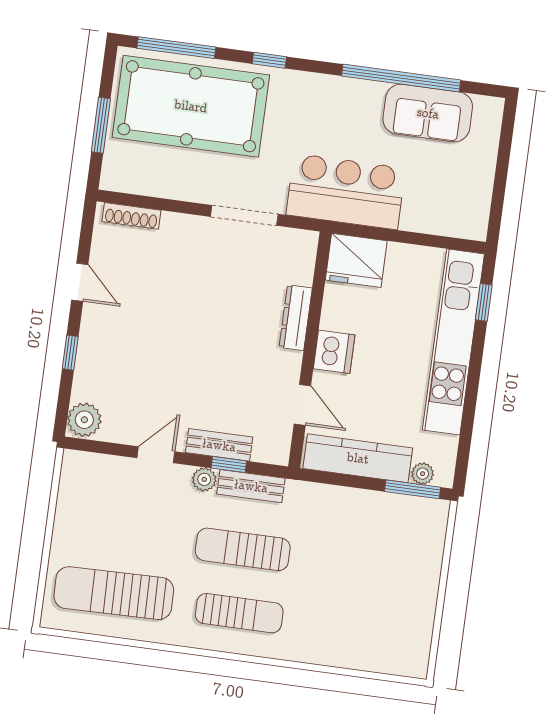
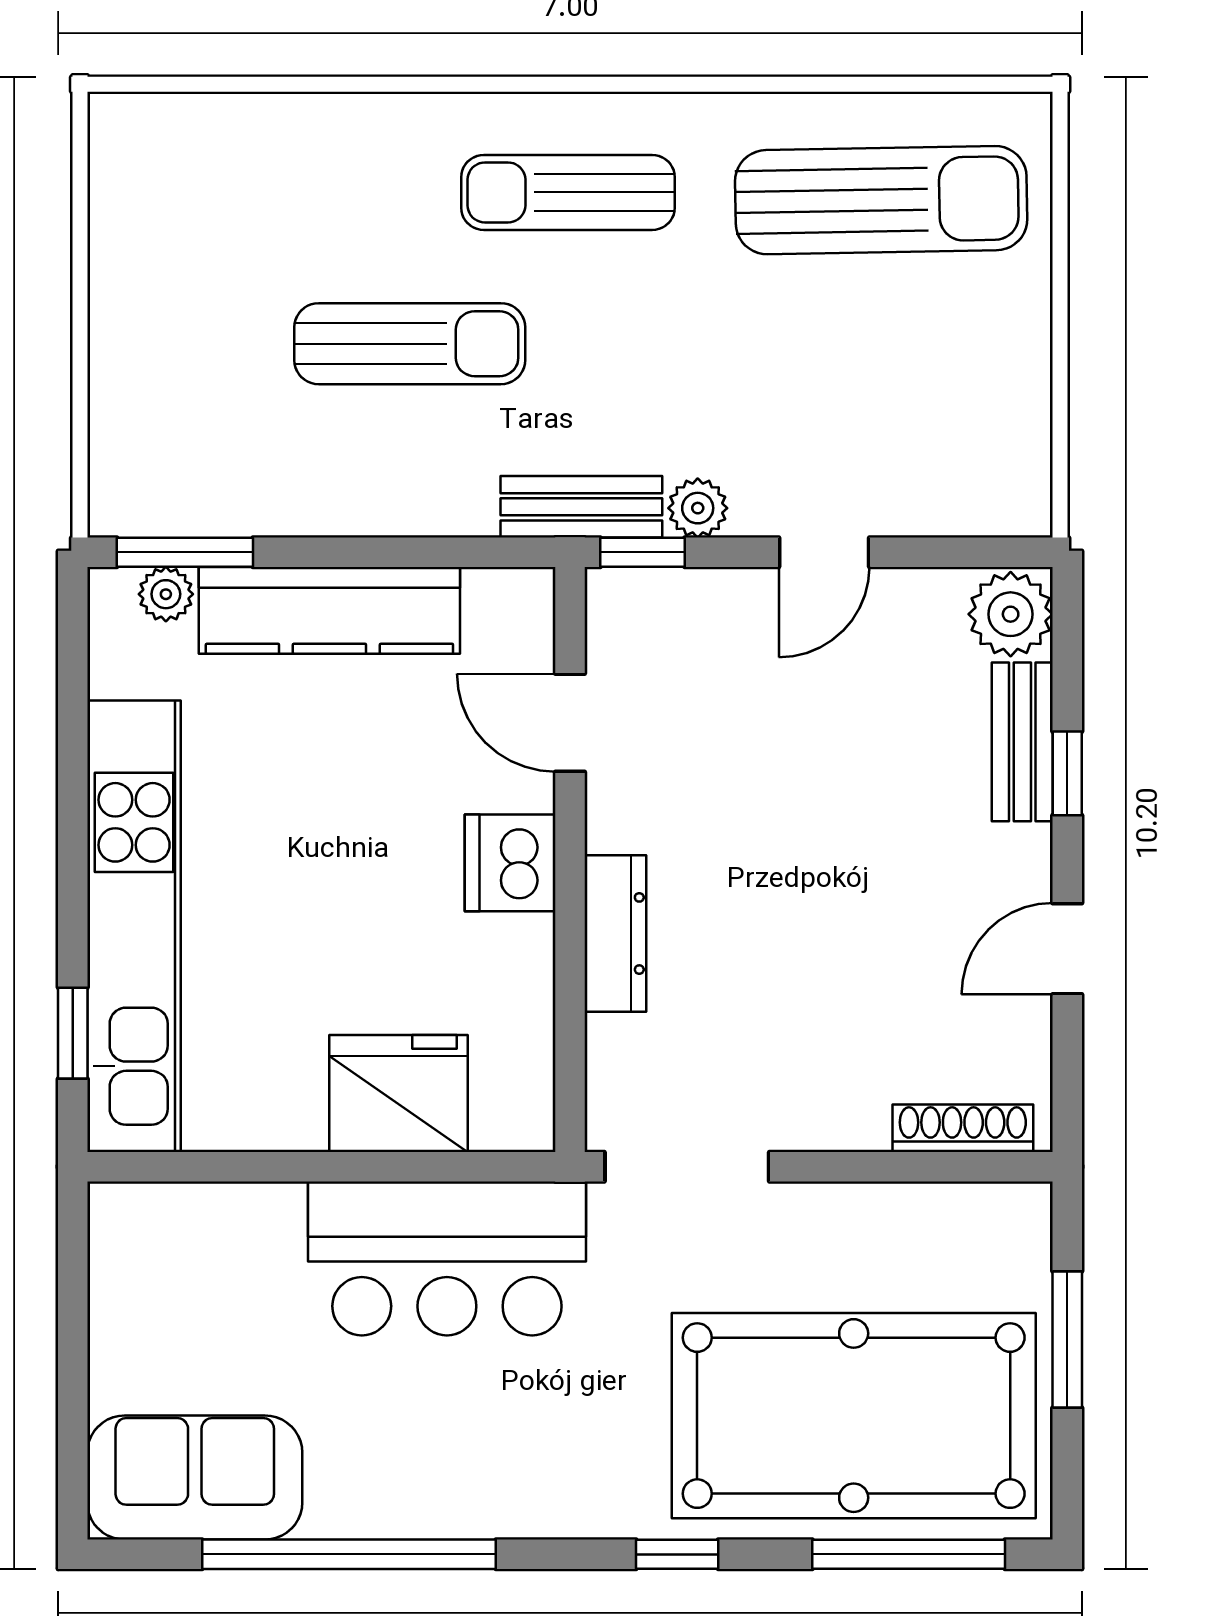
sofa: (428, 113) -> (195, 1478), moved
door: (80, 282) -> (1067, 949), hinge flipped
dresser: (296, 318) -> (615, 933), moved
wall: (310, 350) -> (570, 859), moved
dishwasher: (334, 352) -> (510, 863), moved
door: (302, 405) -> (570, 723), moved
bench: (219, 445) -> (1022, 742), moved, turned 90
sun lounger: (243, 549) -> (410, 344), moved

